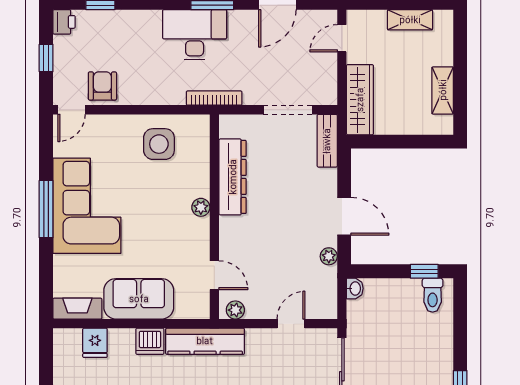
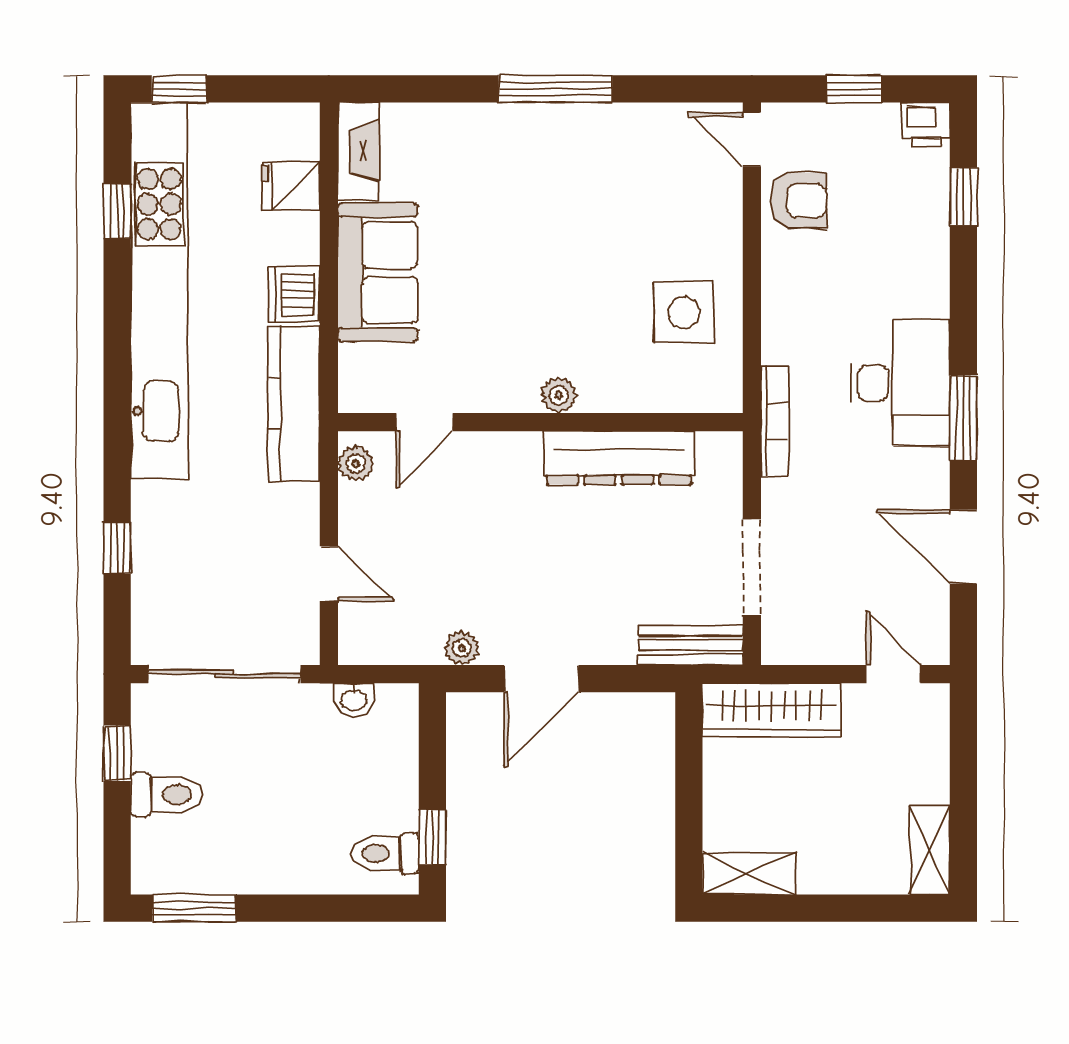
shelving: (410, 20) -> (930, 850), moved
shelving: (443, 90) -> (749, 874), moved
corner sofa: (87, 206) -> (562, 170), removed
washbasin: (355, 288) -> (354, 700), moved

